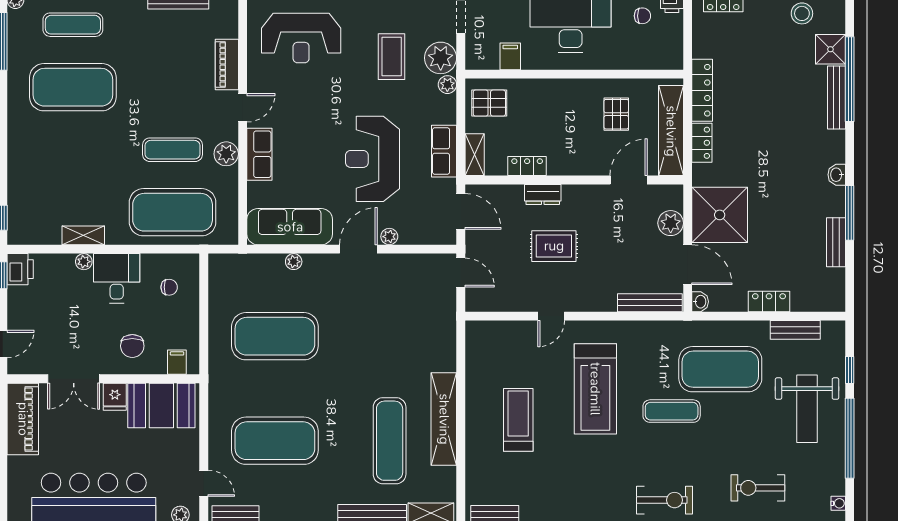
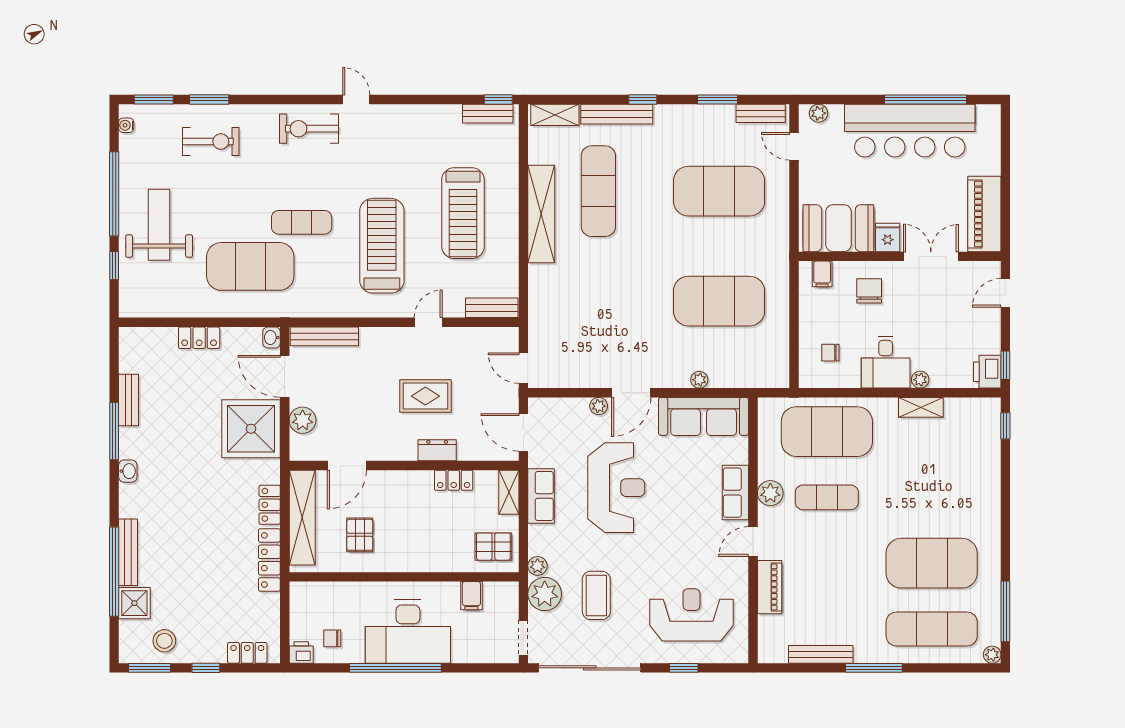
exercise mat: (73, 25) -> (932, 629), width x1.36, depth x1.45
bench: (795, 330) -> (492, 308), moved
treadmill: (518, 420) -> (463, 213), width x1.37, depth x1.38

